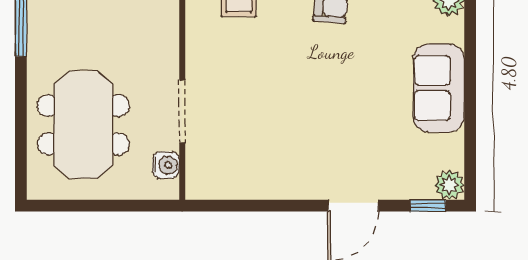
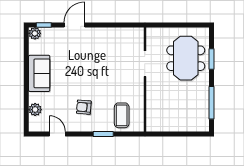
window: (21, 123) -> (211, 59), added
water cooler: (166, 165) -> (152, 42), removed

